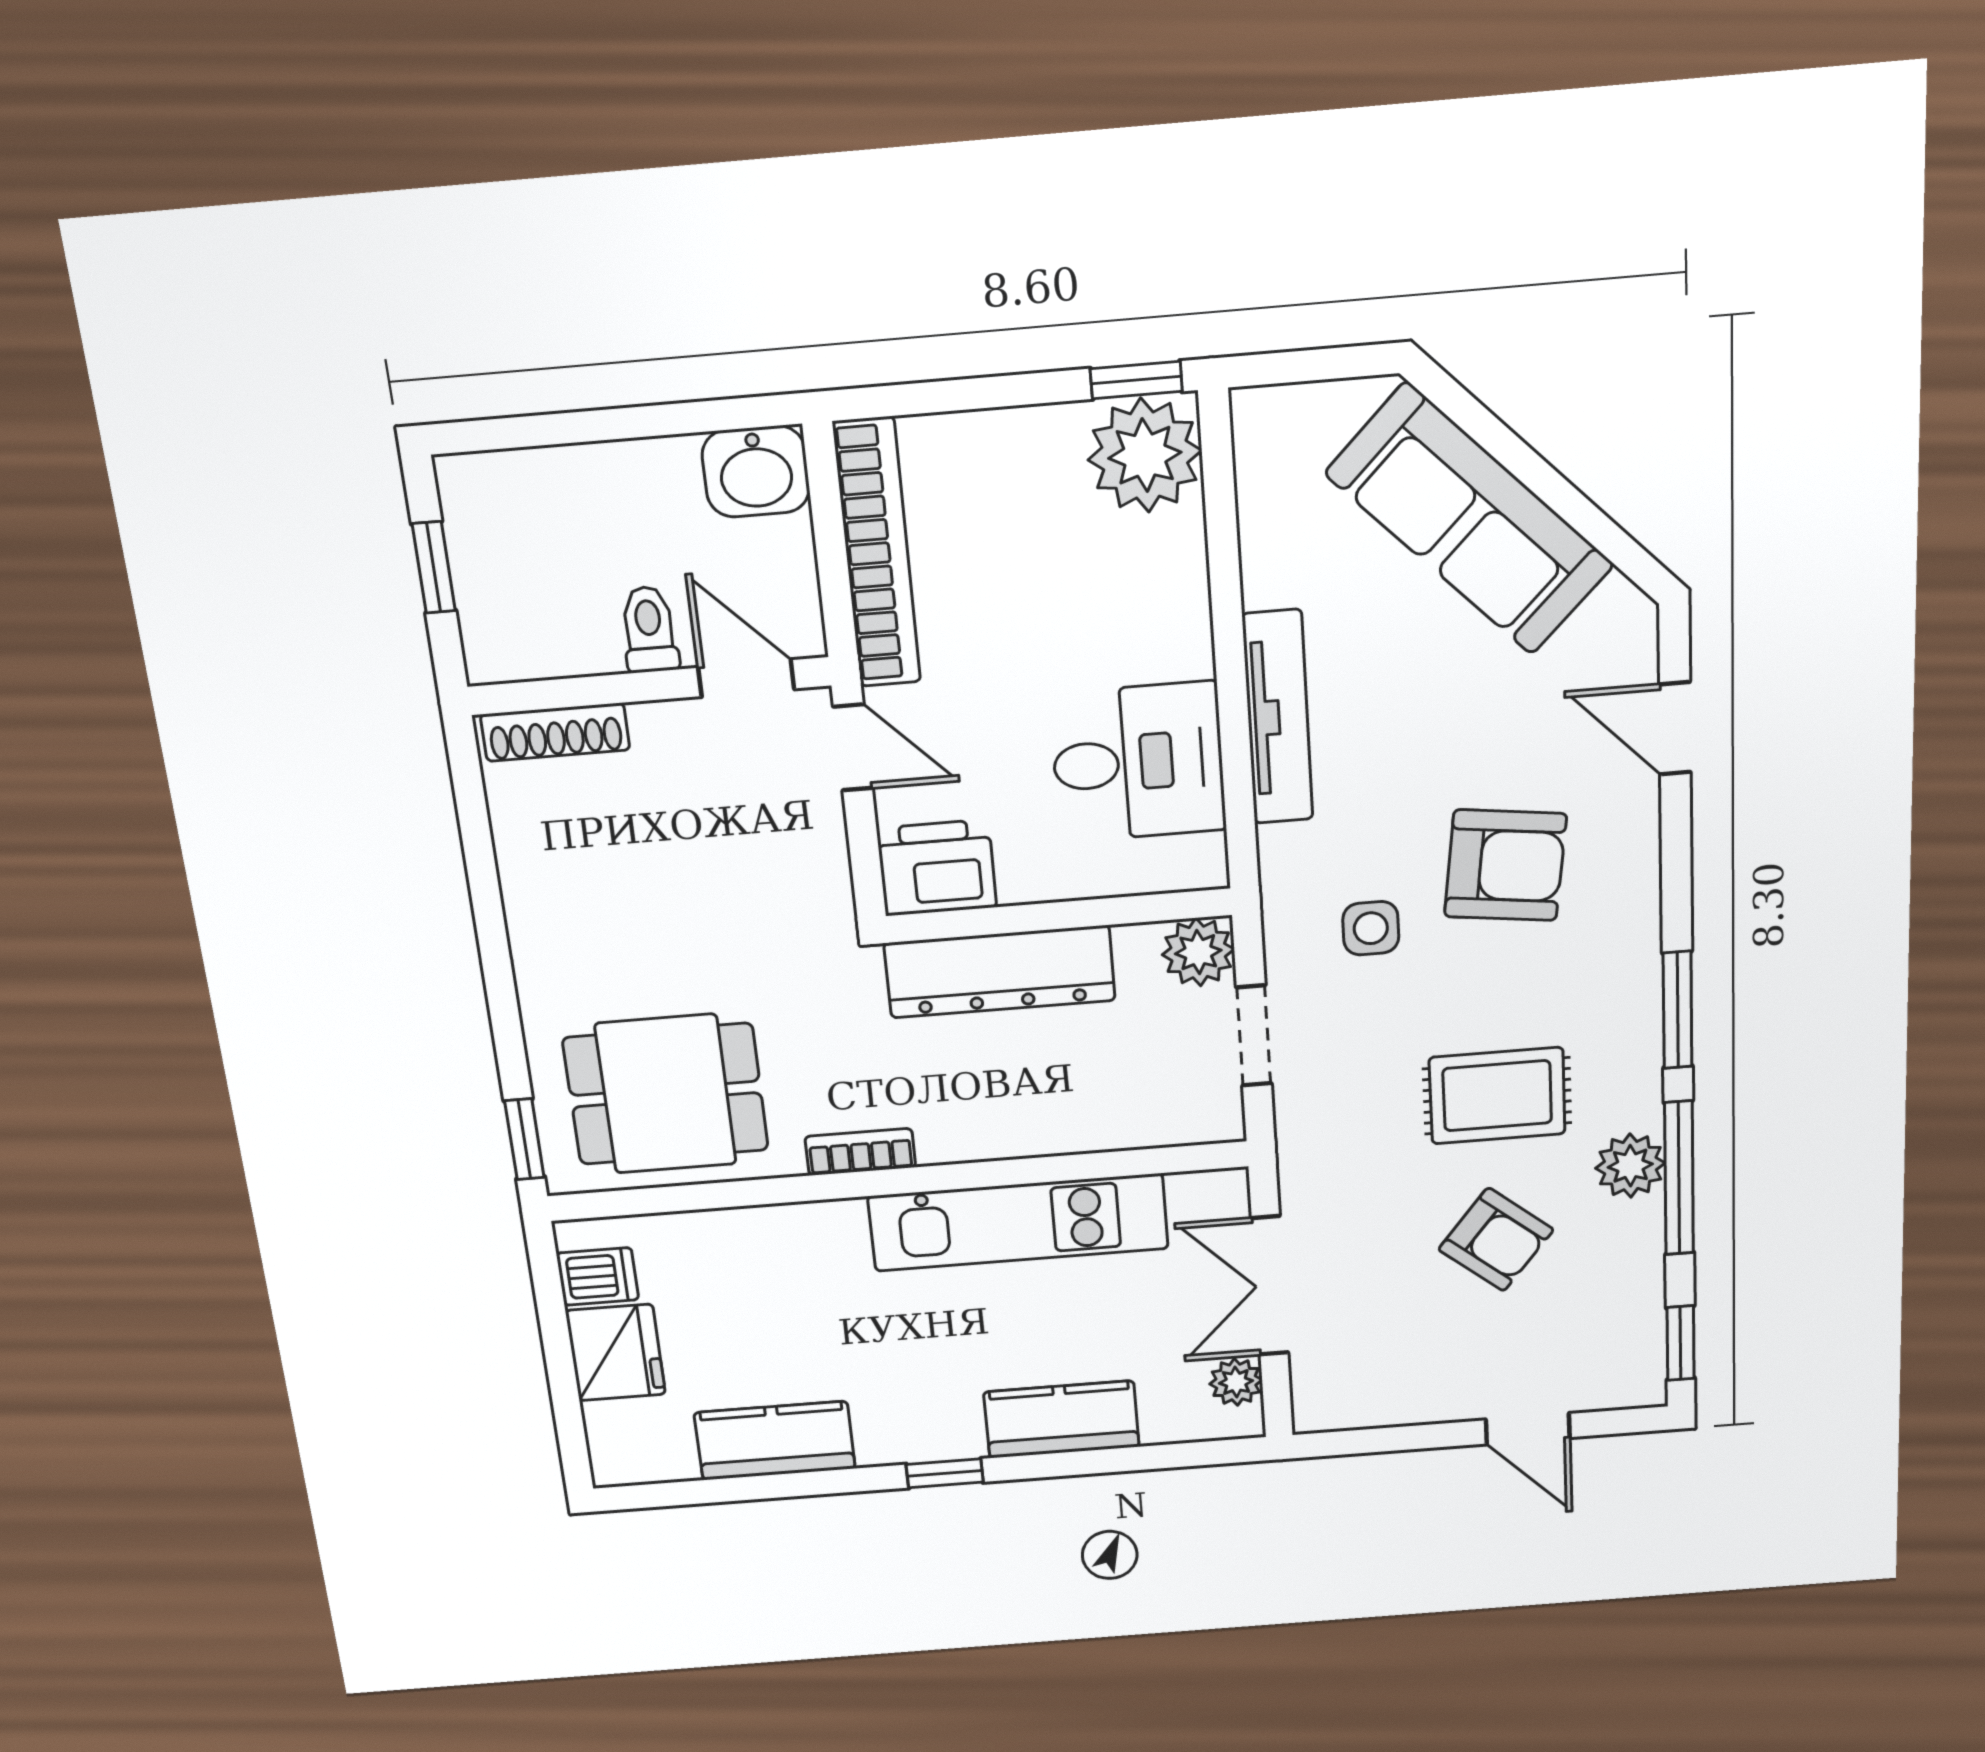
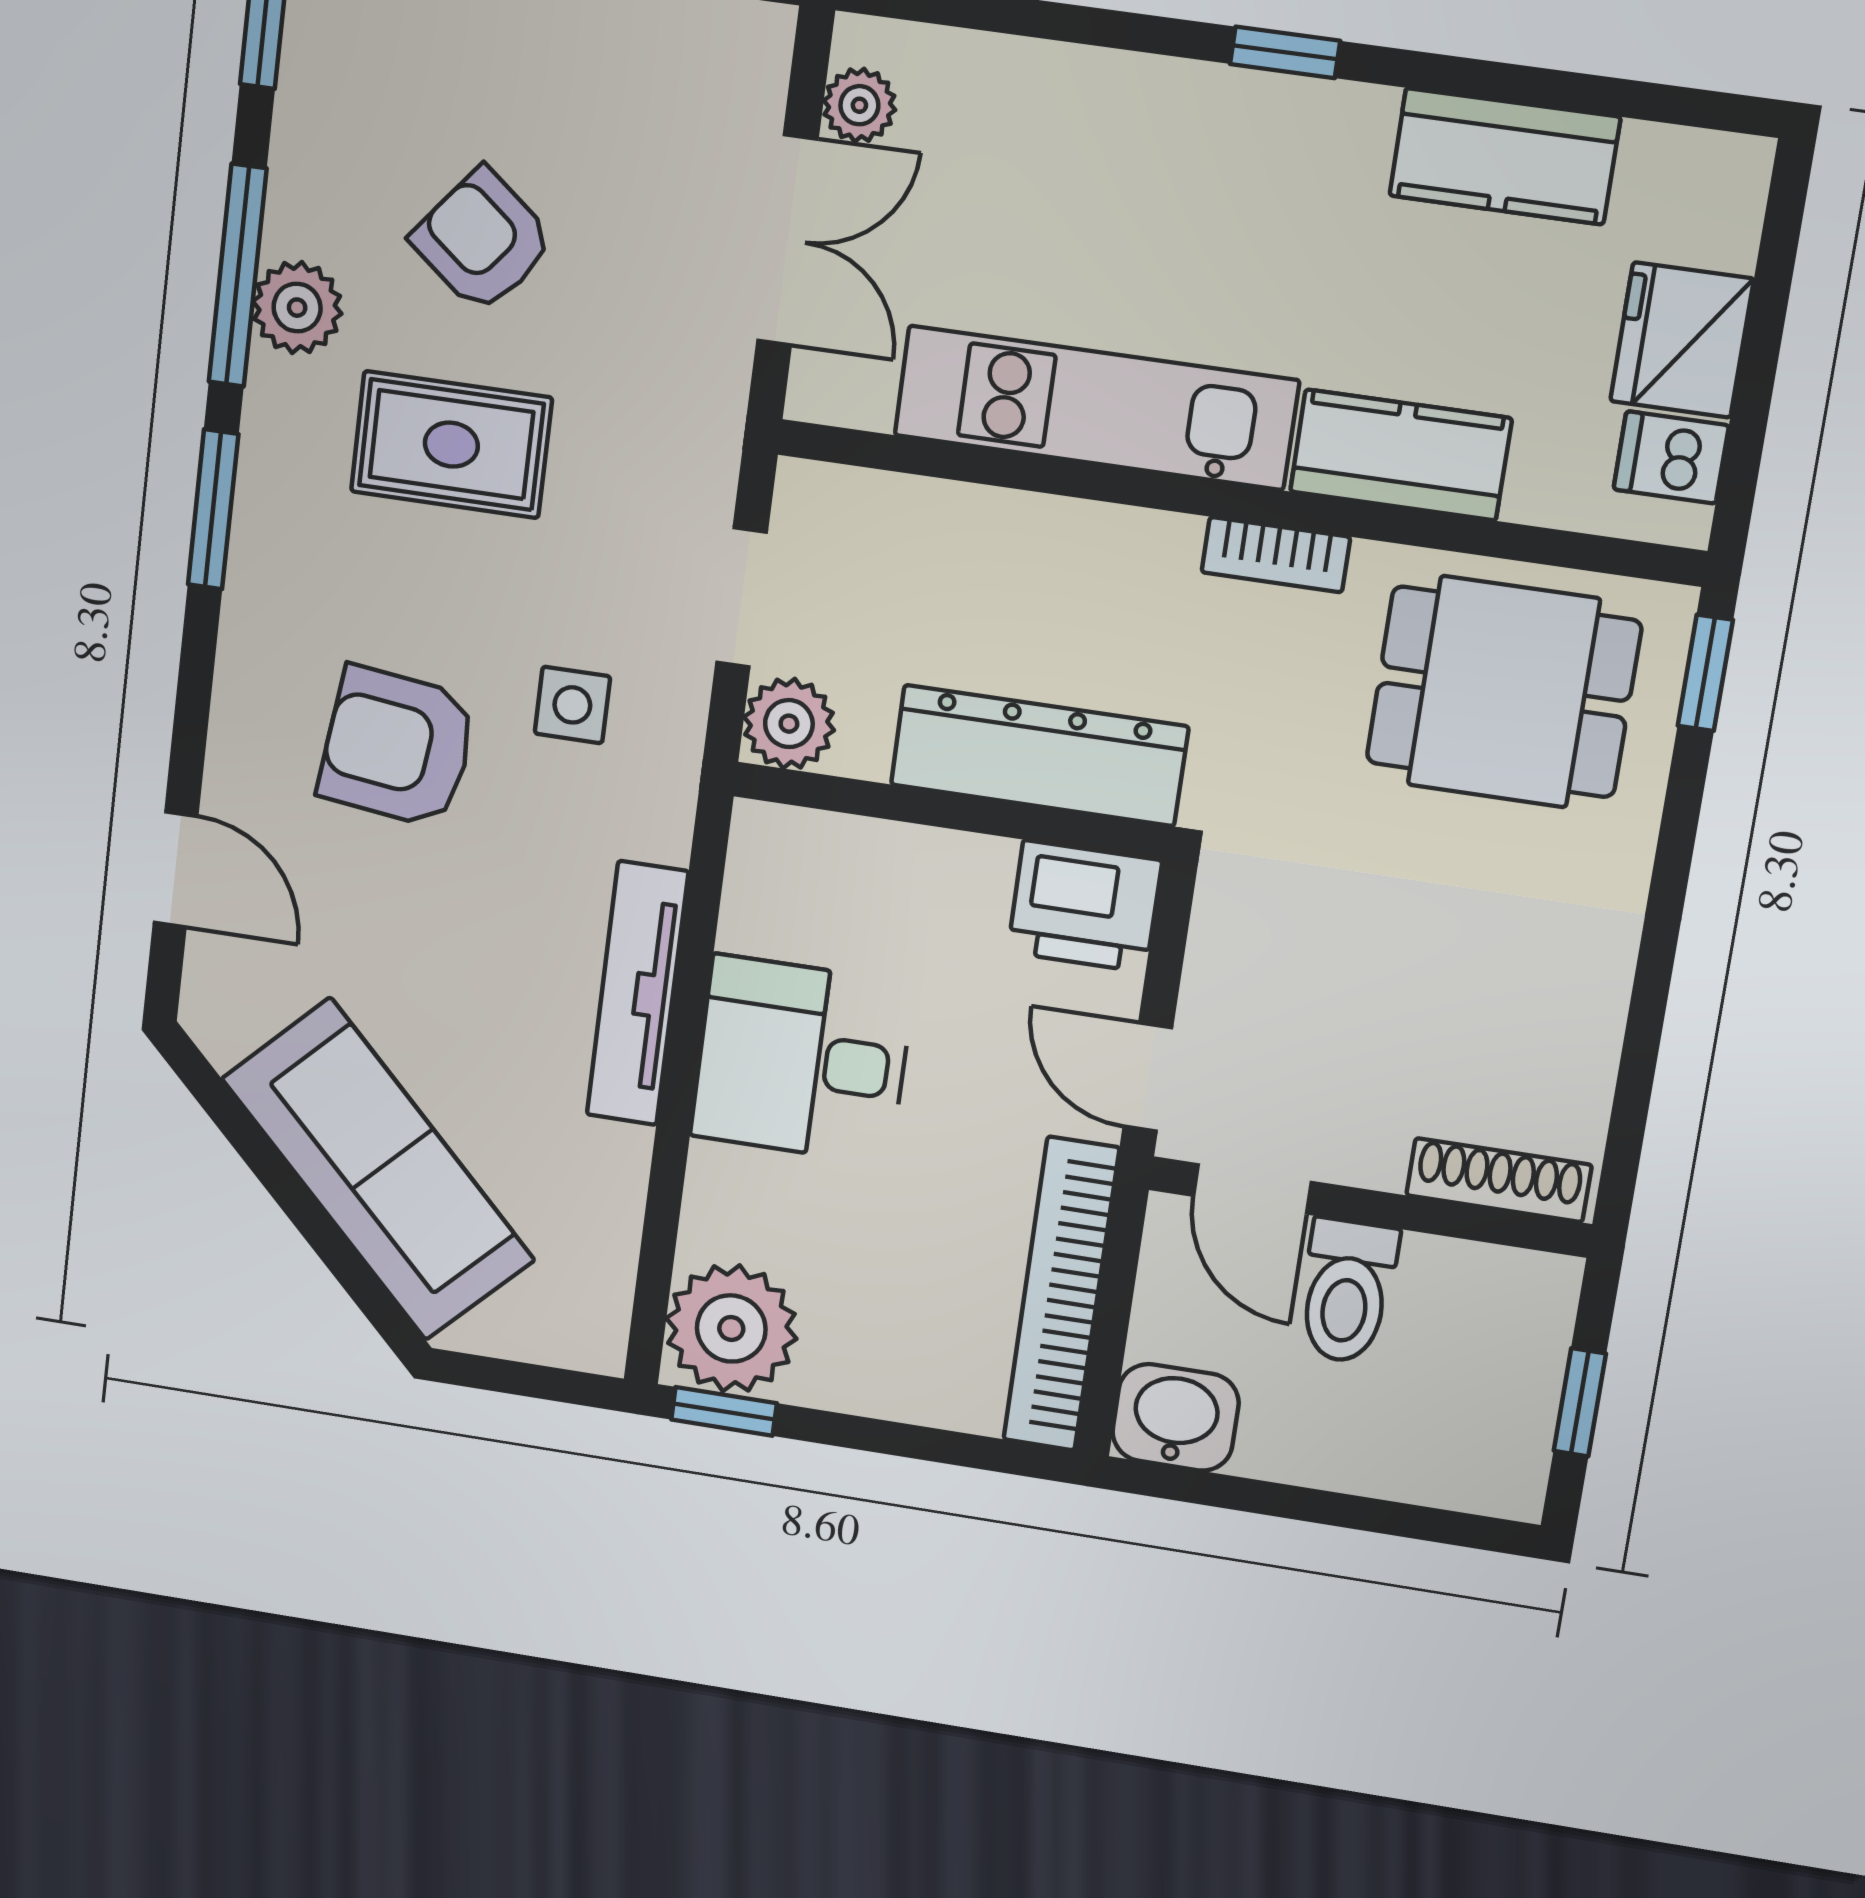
toilet: (649, 630) -> (1347, 1291), width x1.37, depth x1.39
desk: (1138, 762) -> (802, 1060), moved
kitchen counter: (1061, 1419) -> (1401, 455), moved, turned 180

